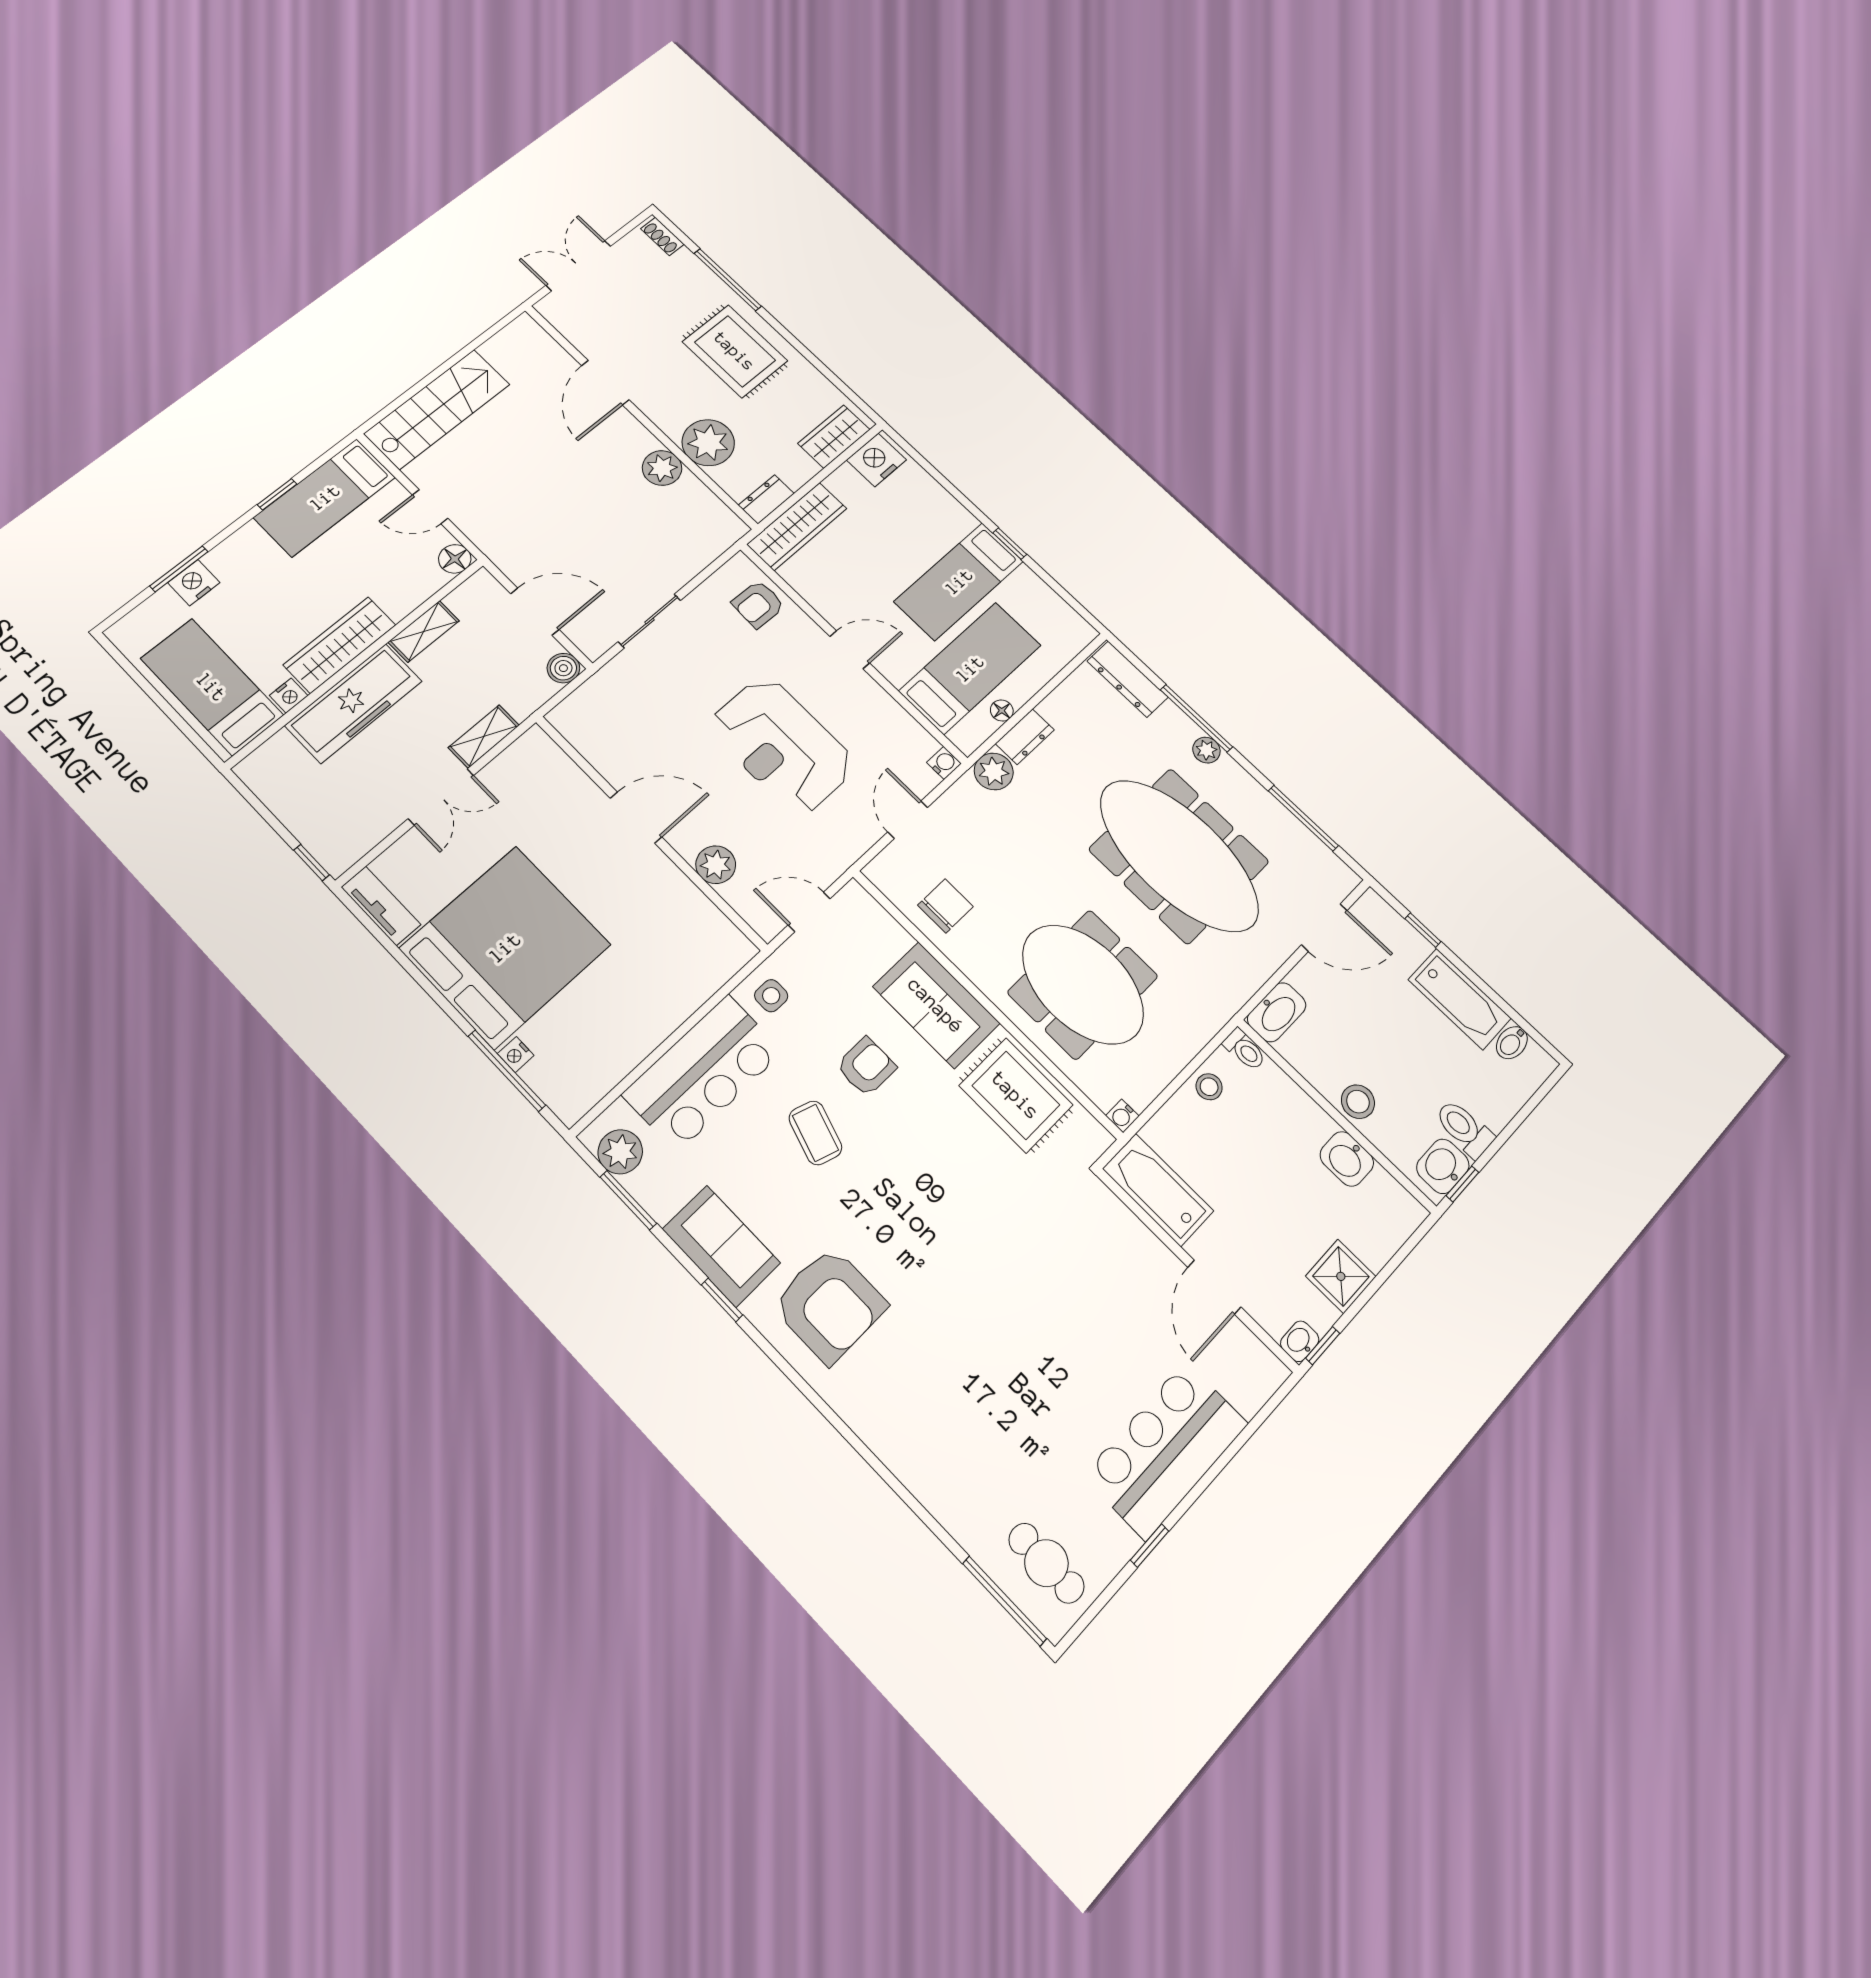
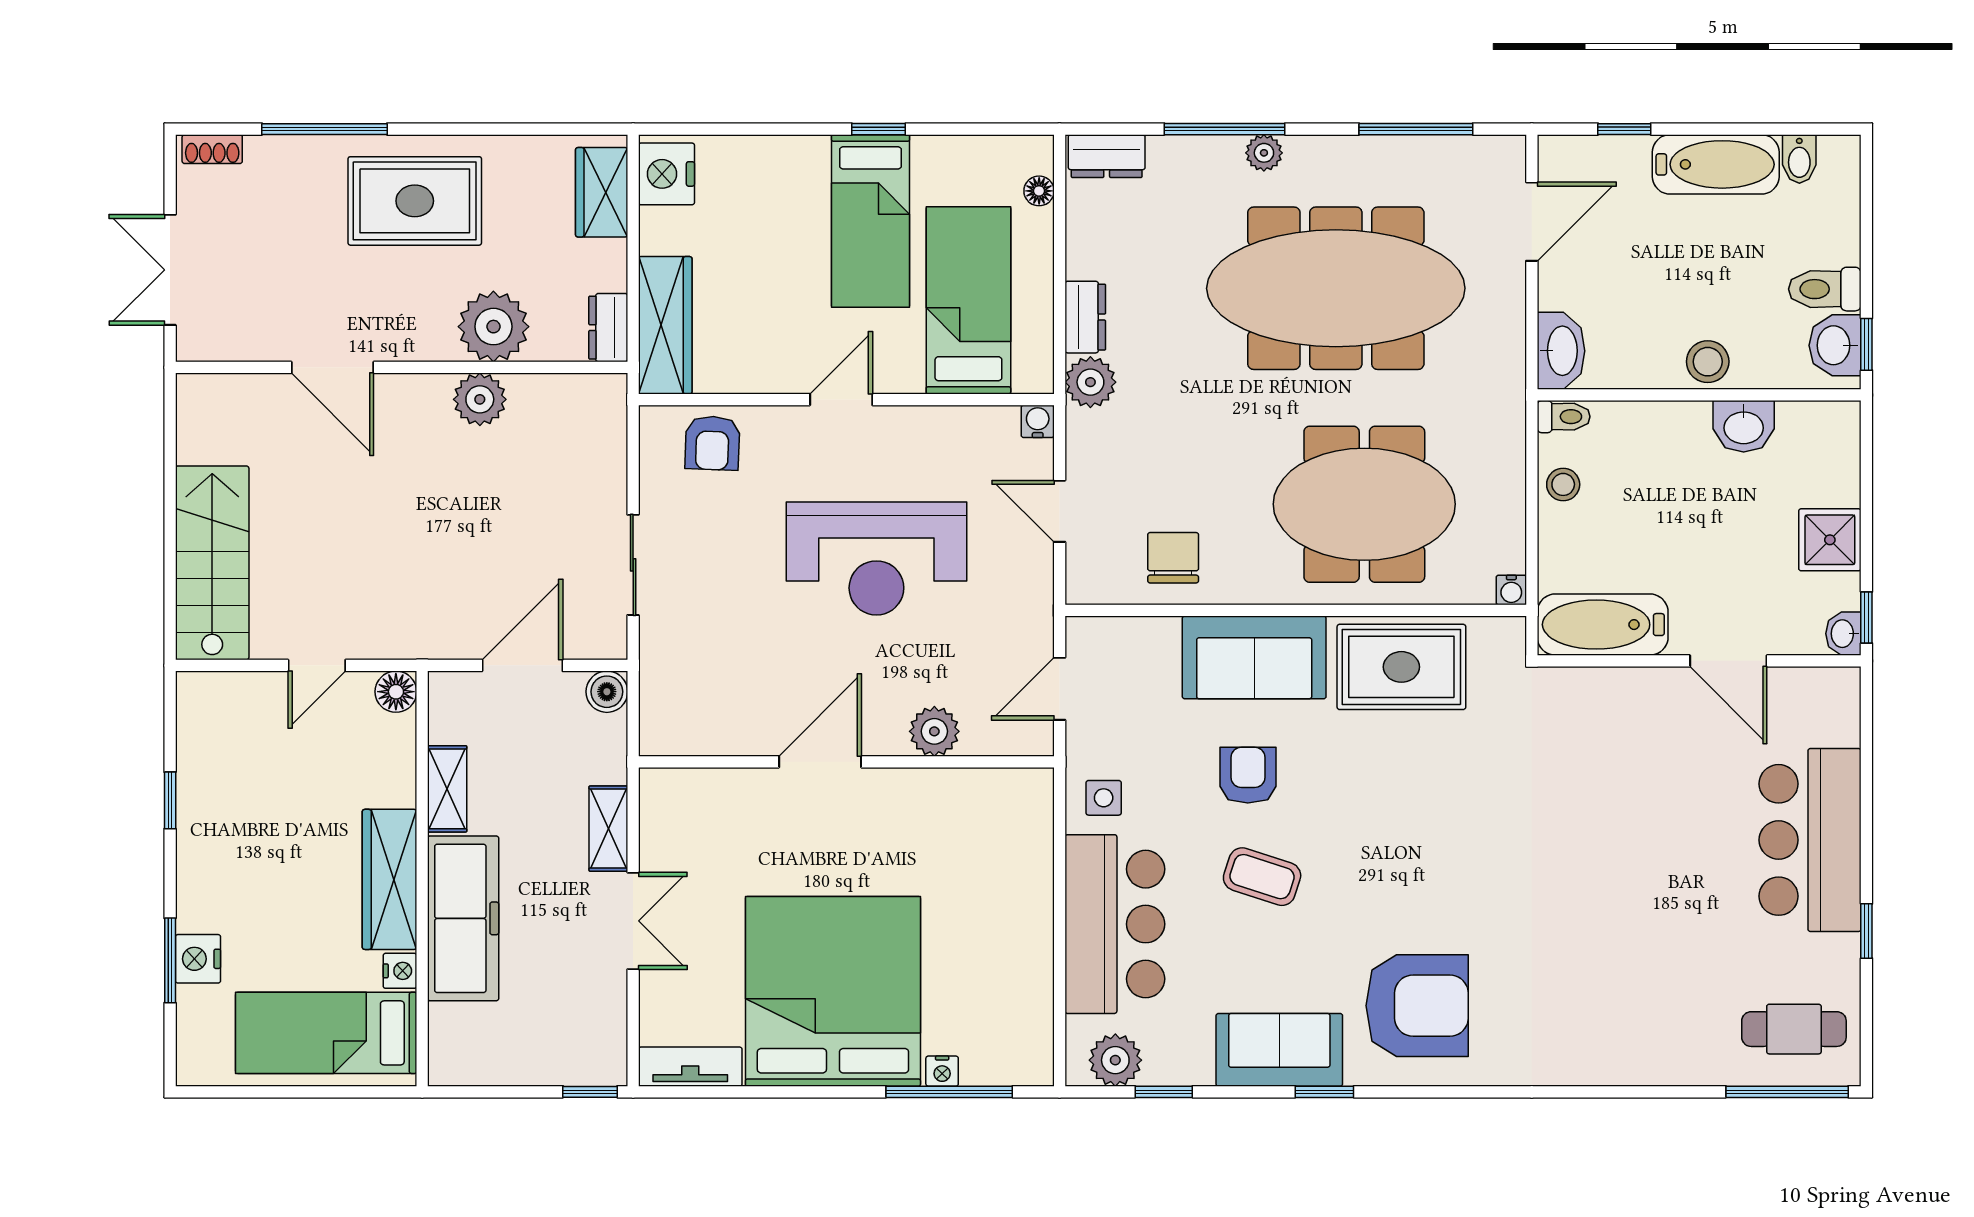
bed: (325, 497) -> (215, 758), removed
dresser: (1128, 679) -> (1107, 156), width x0.70
floor lamp: (1002, 711) -> (1039, 191), moved
window: (628, 1200) -> (1164, 1092), width x0.67

